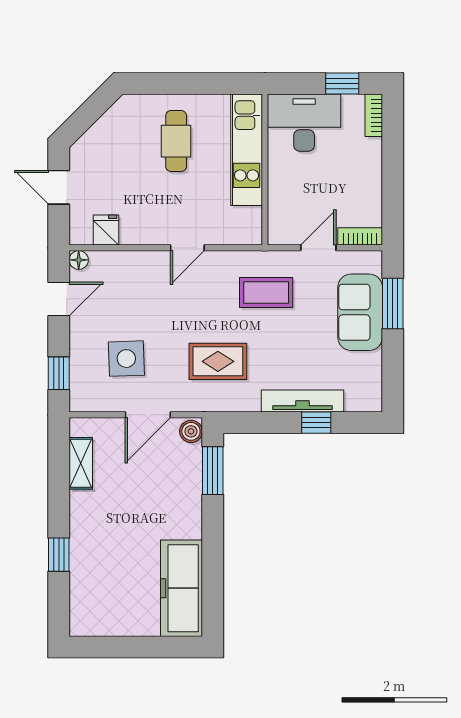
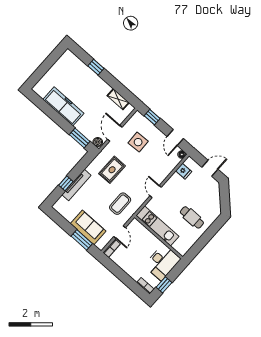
kitchen unit: (247, 150) -> (157, 226), moved
freezer: (181, 588) -> (63, 106), moved

